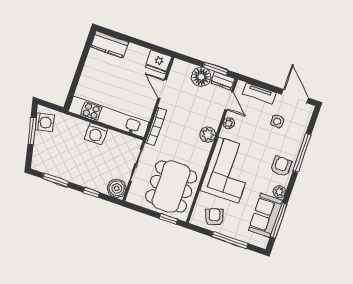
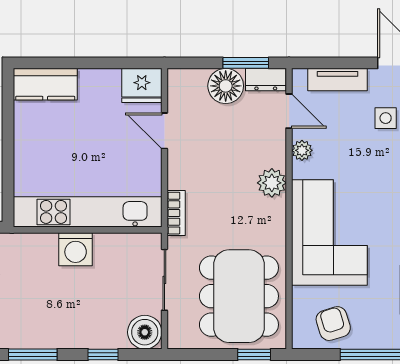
bookcase: (156, 127) -> (176, 213), width x0.64

